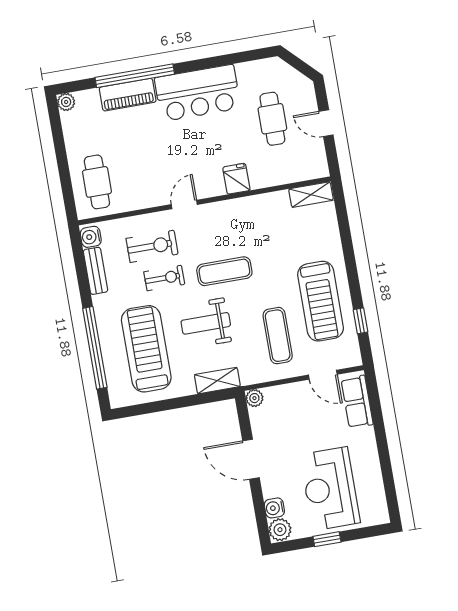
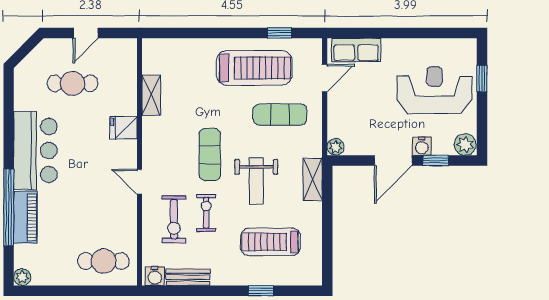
shelving: (311, 195) -> (151, 95), moved
exercise bike: (152, 246) -> (174, 219), turned 180
window: (95, 348) -> (261, 291), width x0.32
treadmill: (146, 349) -> (271, 242), width x0.73, depth x0.73
reception desk: (330, 489) -> (434, 90), turned 180
window: (259, 503) -> (436, 160), added
water cooler: (274, 508) -> (422, 146), moved
window: (327, 539) -> (482, 79), moved

